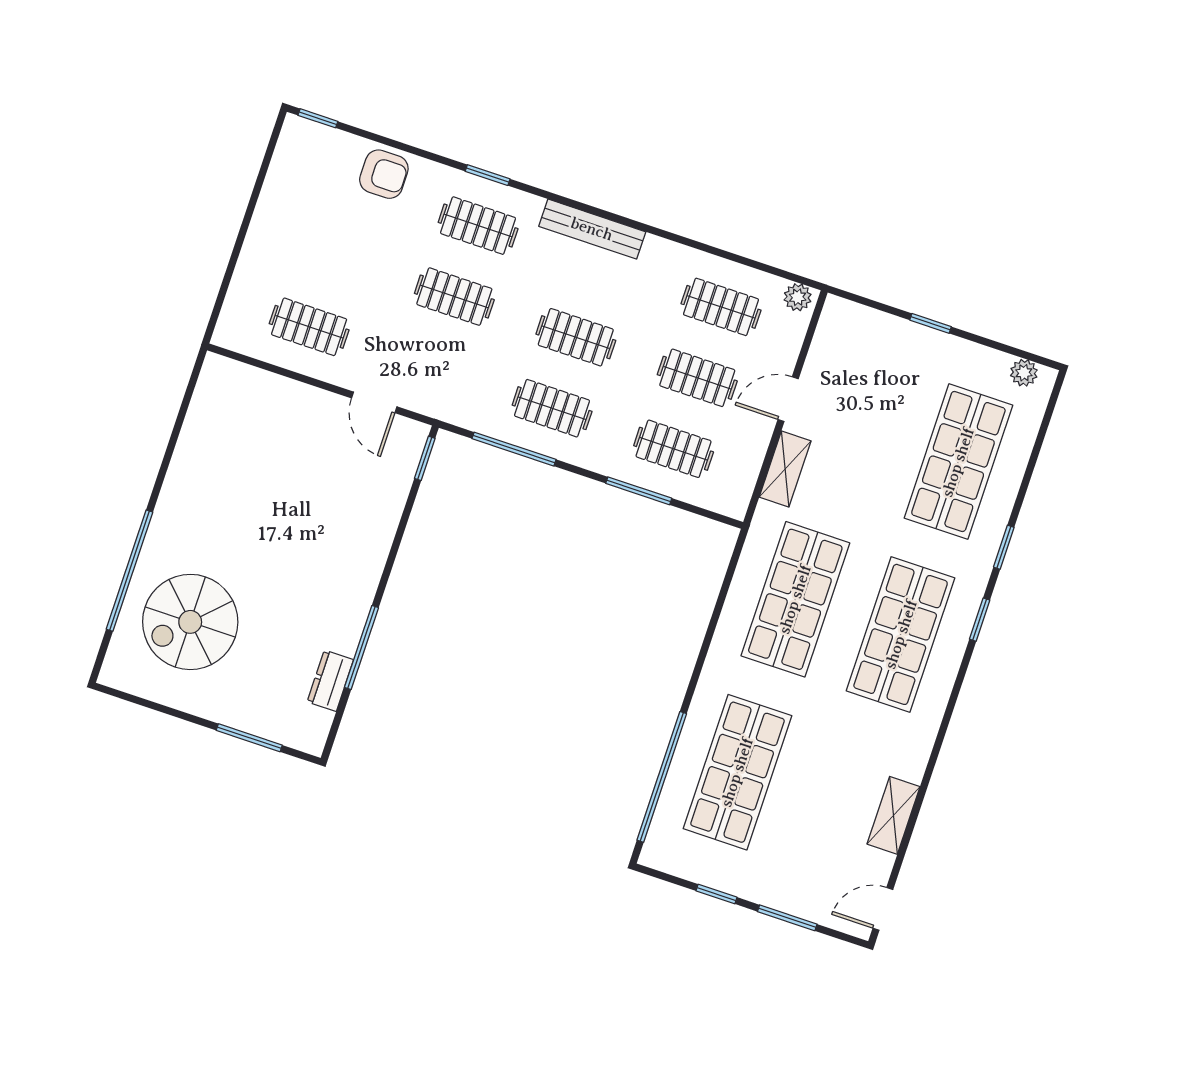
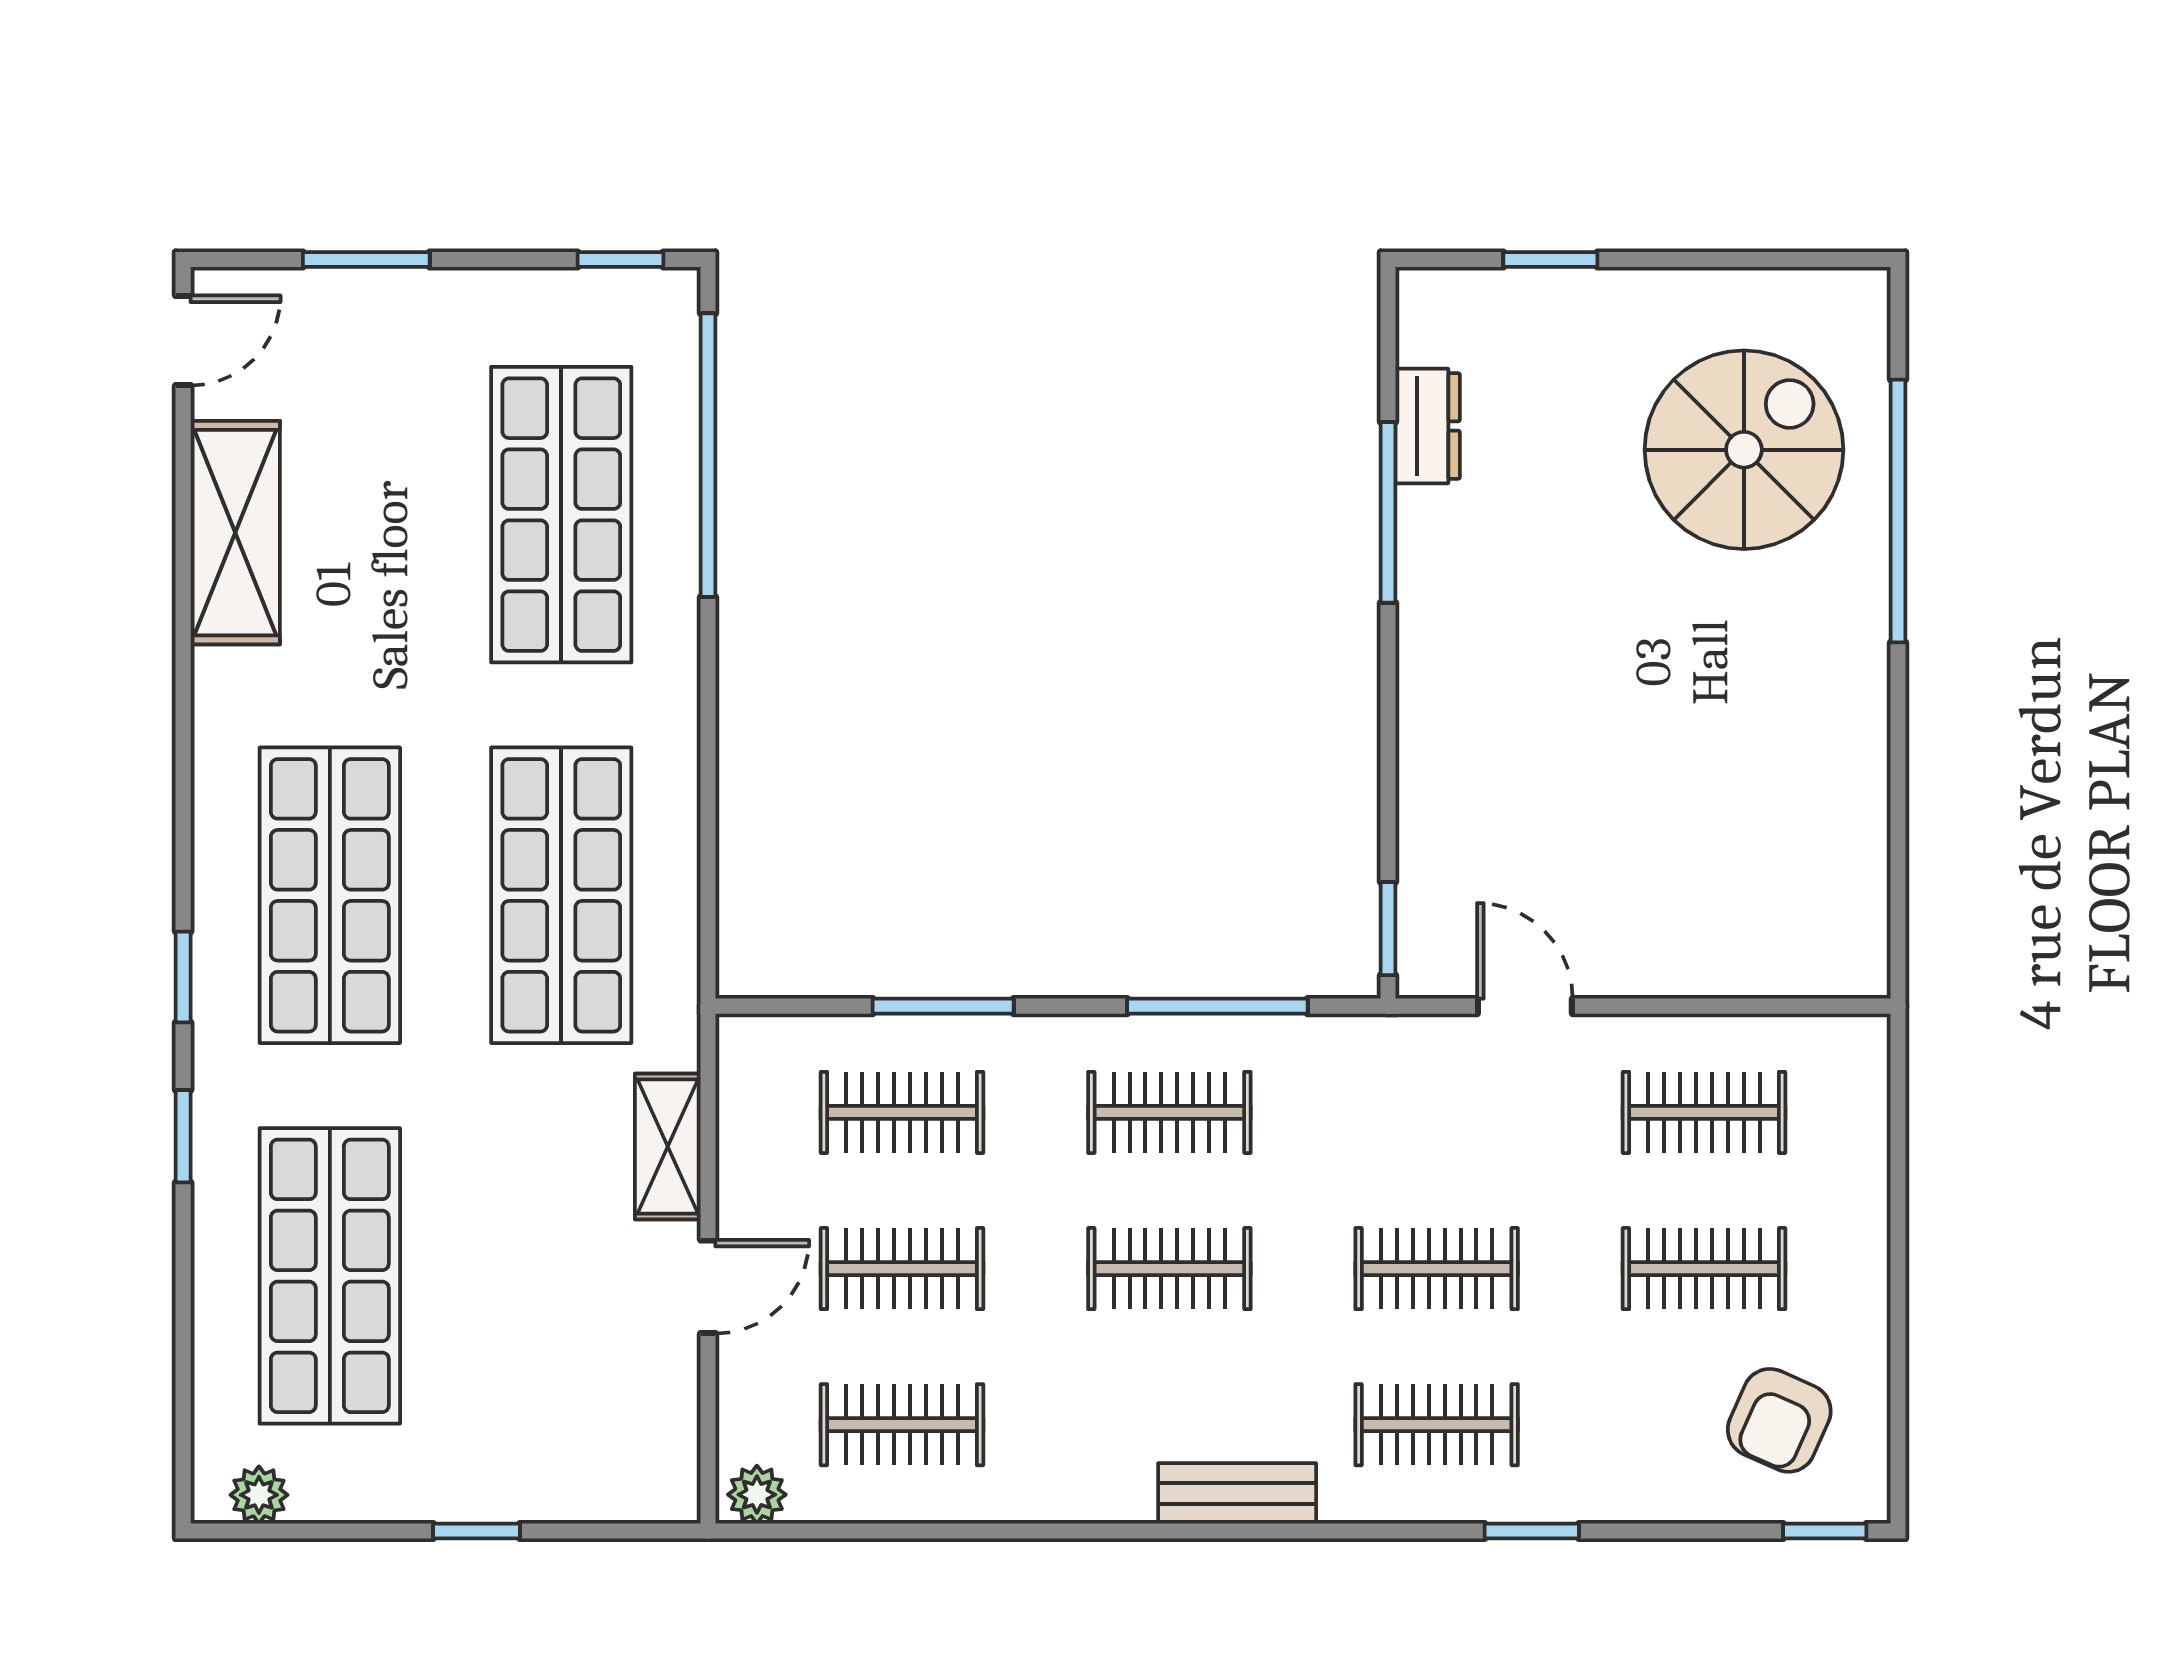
armchair: (384, 174) -> (1779, 1420), moved, turned -66
window: (488, 175) -> (1532, 1531), moved
bench: (592, 229) -> (1237, 1493), width x0.73
clothes rail: (333, 256) -> (1704, 1269), added
window: (249, 738) -> (1550, 260), width x0.67
shelving: (893, 815) -> (235, 533), width x1.50, depth x1.33
window: (716, 894) -> (620, 260), moved

